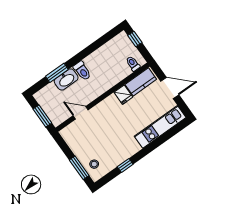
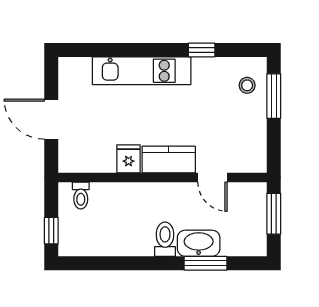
kitchen counter: (141, 82) -> (169, 160), moved
kitchen unit: (160, 127) -> (142, 71), moved

